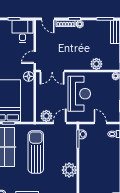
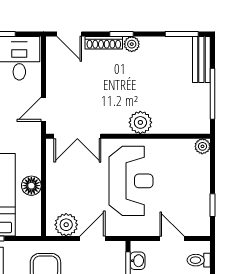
plant: (96, 64) -> (140, 122), moved
floor lamp: (29, 76) -> (31, 186), moved

